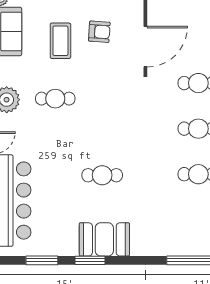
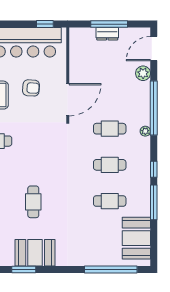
cafe table: (102, 175) -> (33, 202), turned 90

